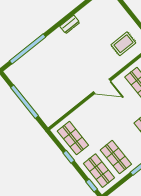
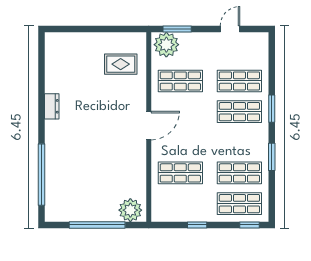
rug: (123, 44) -> (121, 64), turned 90
plant: (47, 113) -> (130, 210), added
shop shelf: (73, 138) -> (180, 173), moved

